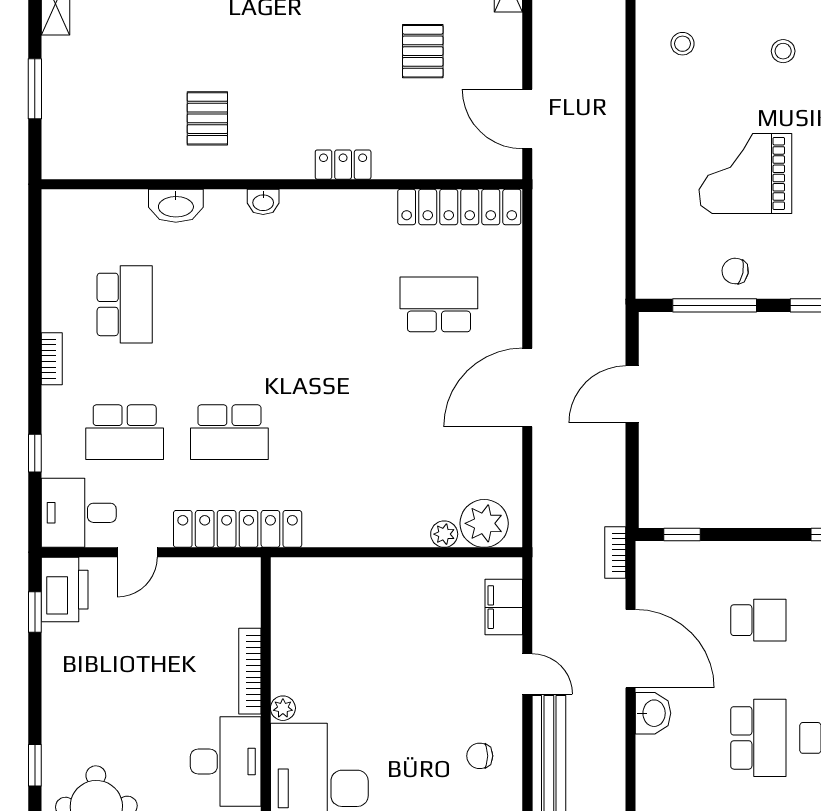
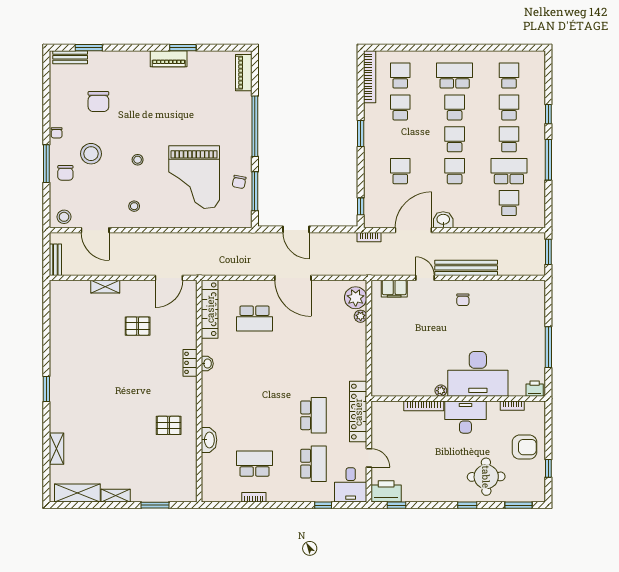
grand piano: (745, 173) -> (194, 177), width x1.37, depth x1.48
washbasin: (263, 202) -> (207, 364), moved
school desk: (439, 304) -> (254, 319), turned -90
bookcase: (52, 359) -> (254, 497), moved
door: (527, 674) -> (425, 278), hinge flipped
school desk: (758, 738) -> (455, 171), width x0.54

